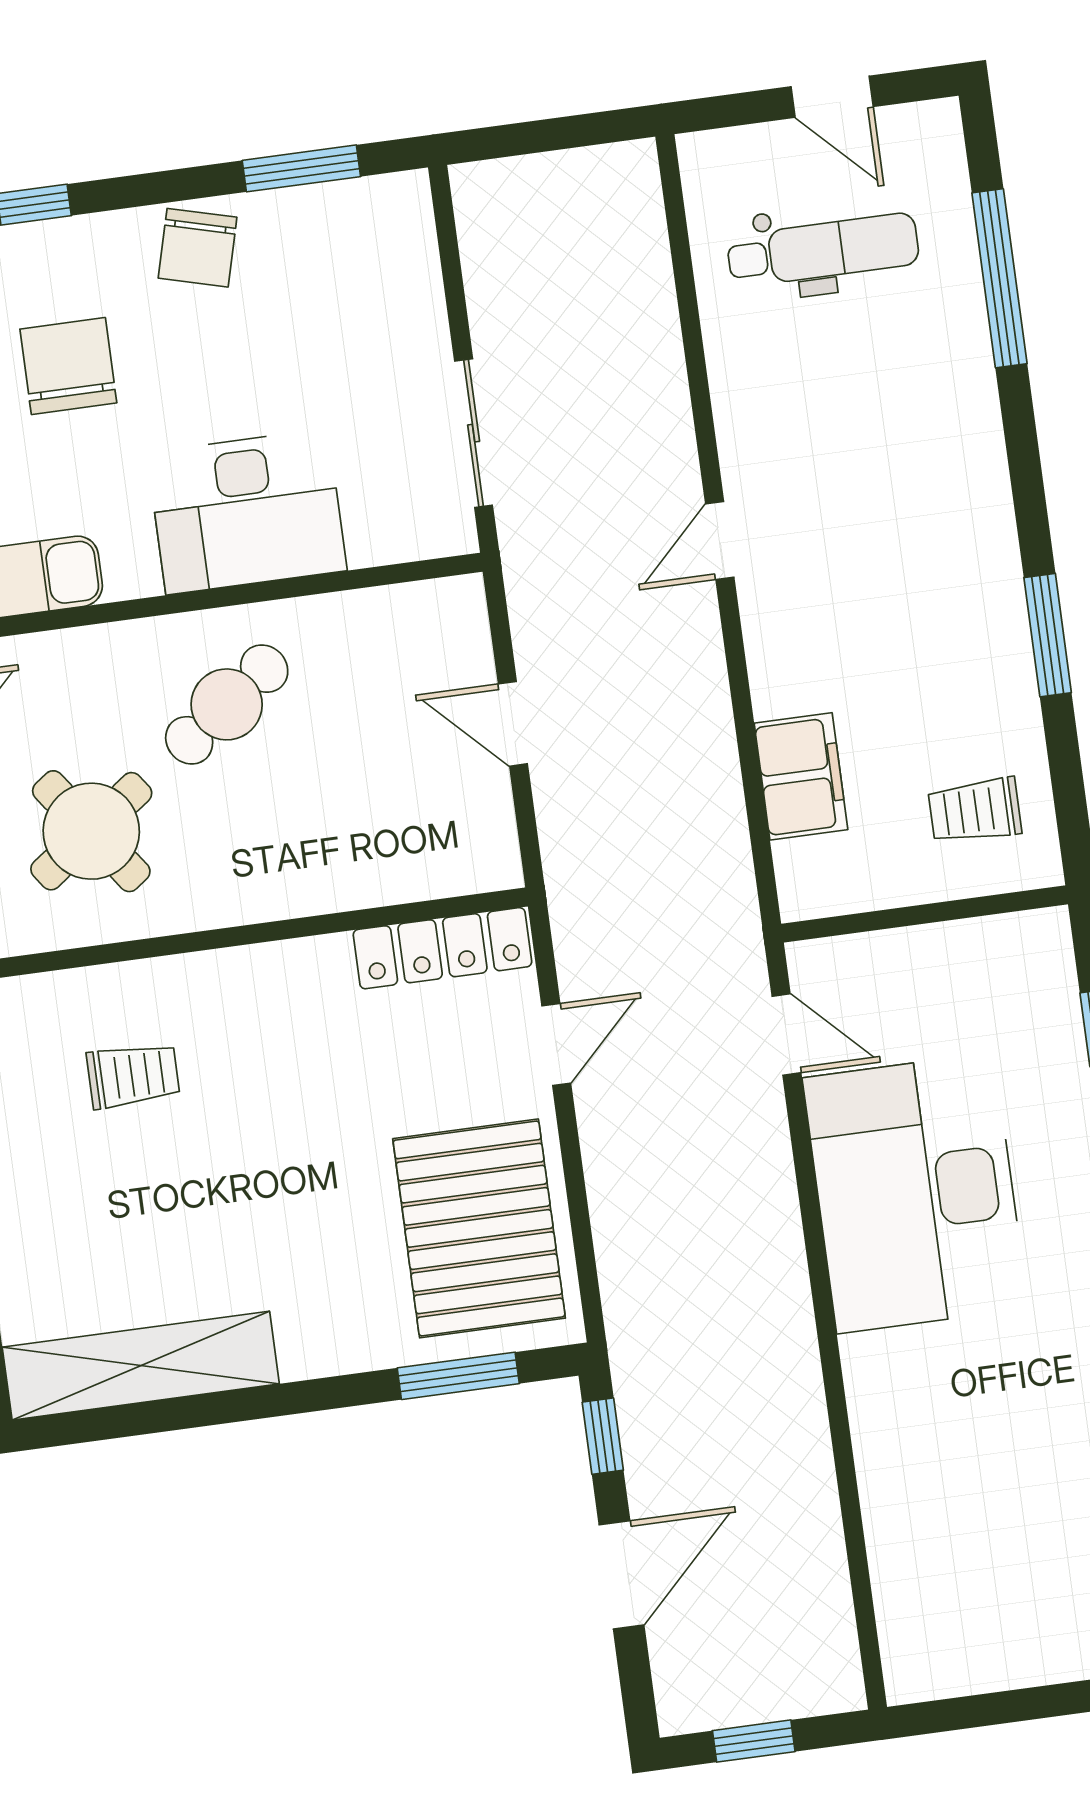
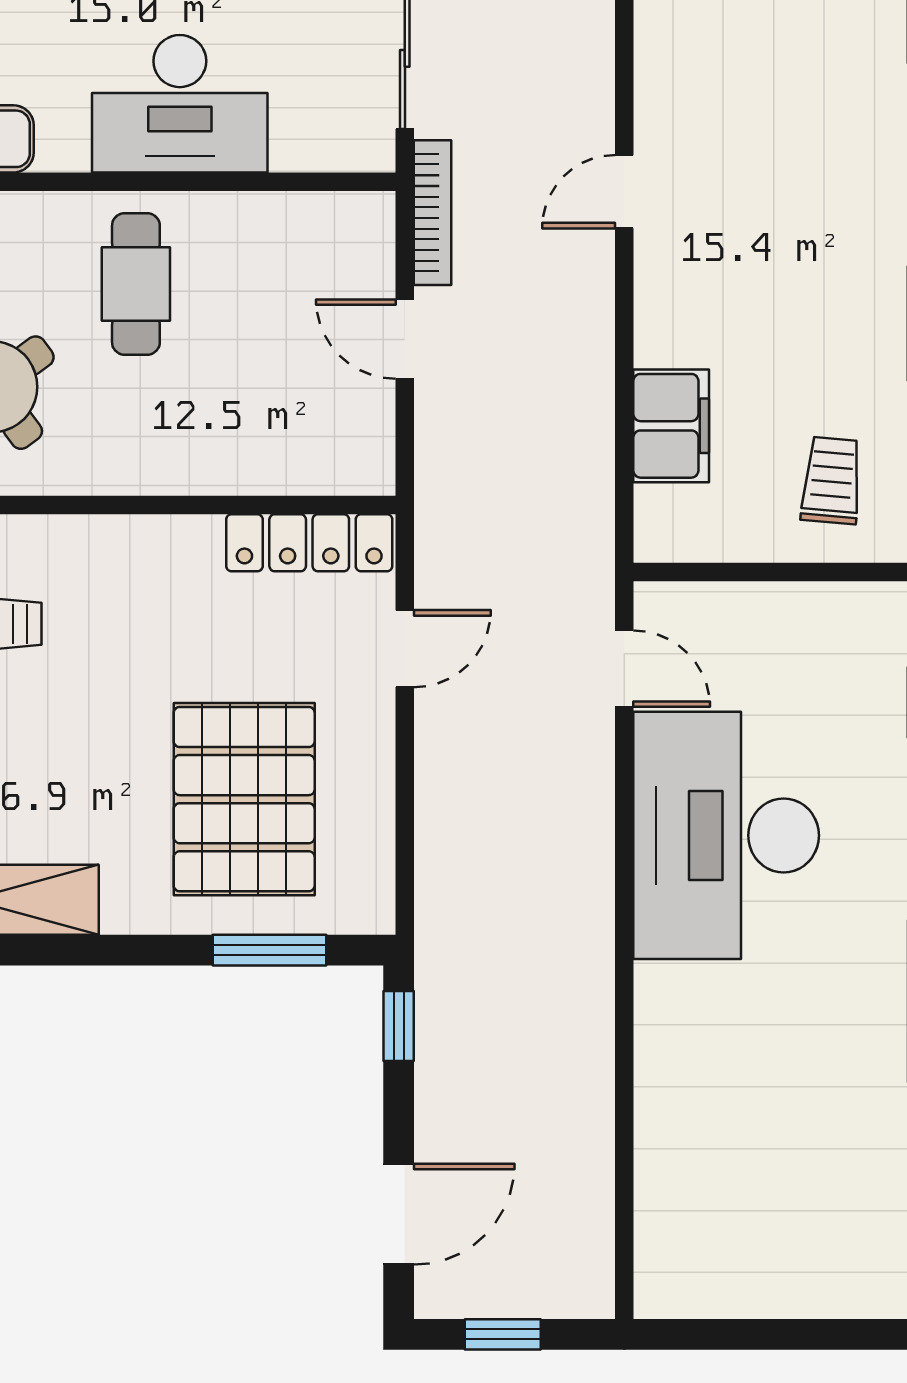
bookcase: (524, 589) -> (433, 213), added
cafe table: (227, 704) -> (136, 284), turned -54
trolley: (975, 811) -> (832, 481), turned 95
pallet: (479, 1228) -> (244, 799), moved
door: (622, 1575) -> (399, 1214), moved

